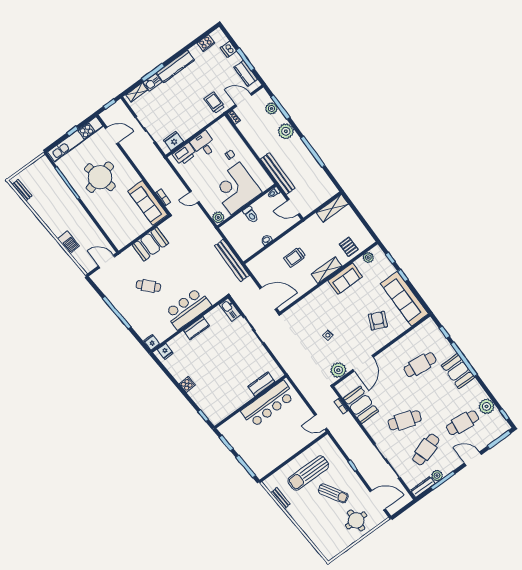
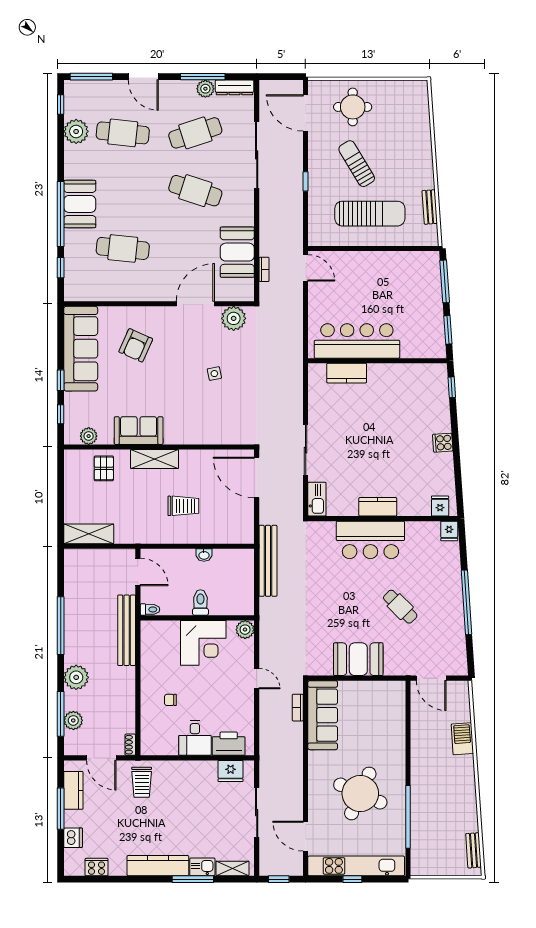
round table: (100, 177) -> (360, 793), turned 38
corner desk: (235, 188) -> (203, 643), width x0.74, depth x0.74

